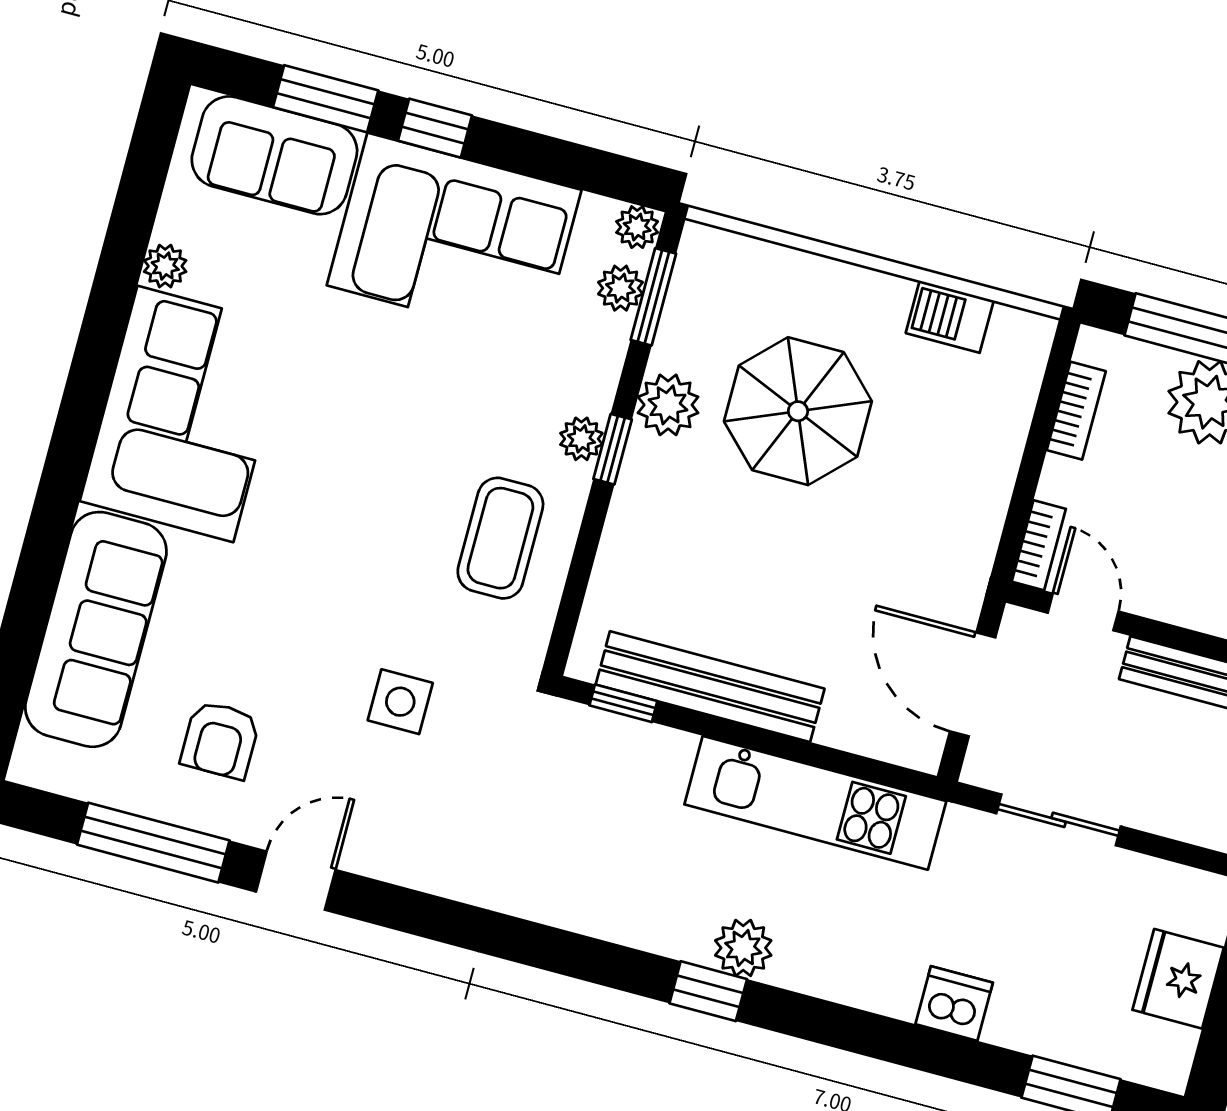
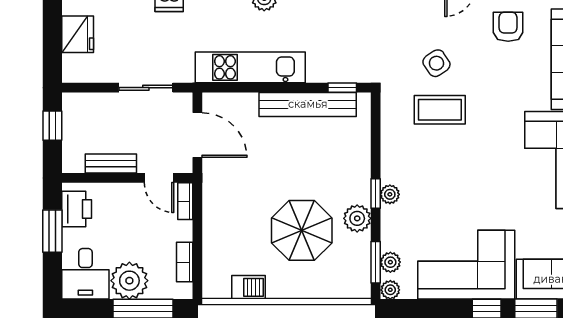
coffee table: (500, 538) -> (440, 110), moved, turned 90
side table: (400, 702) -> (436, 63), turned -34

